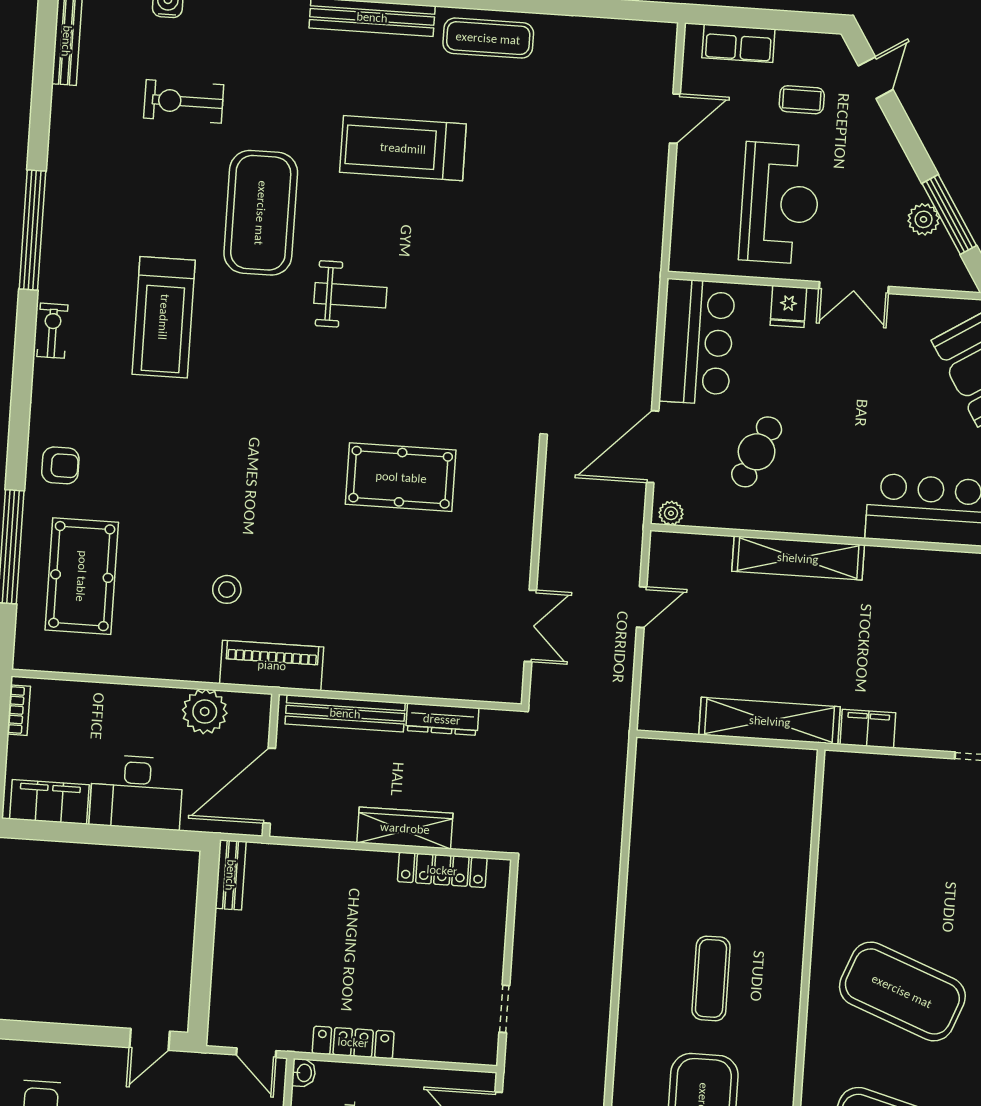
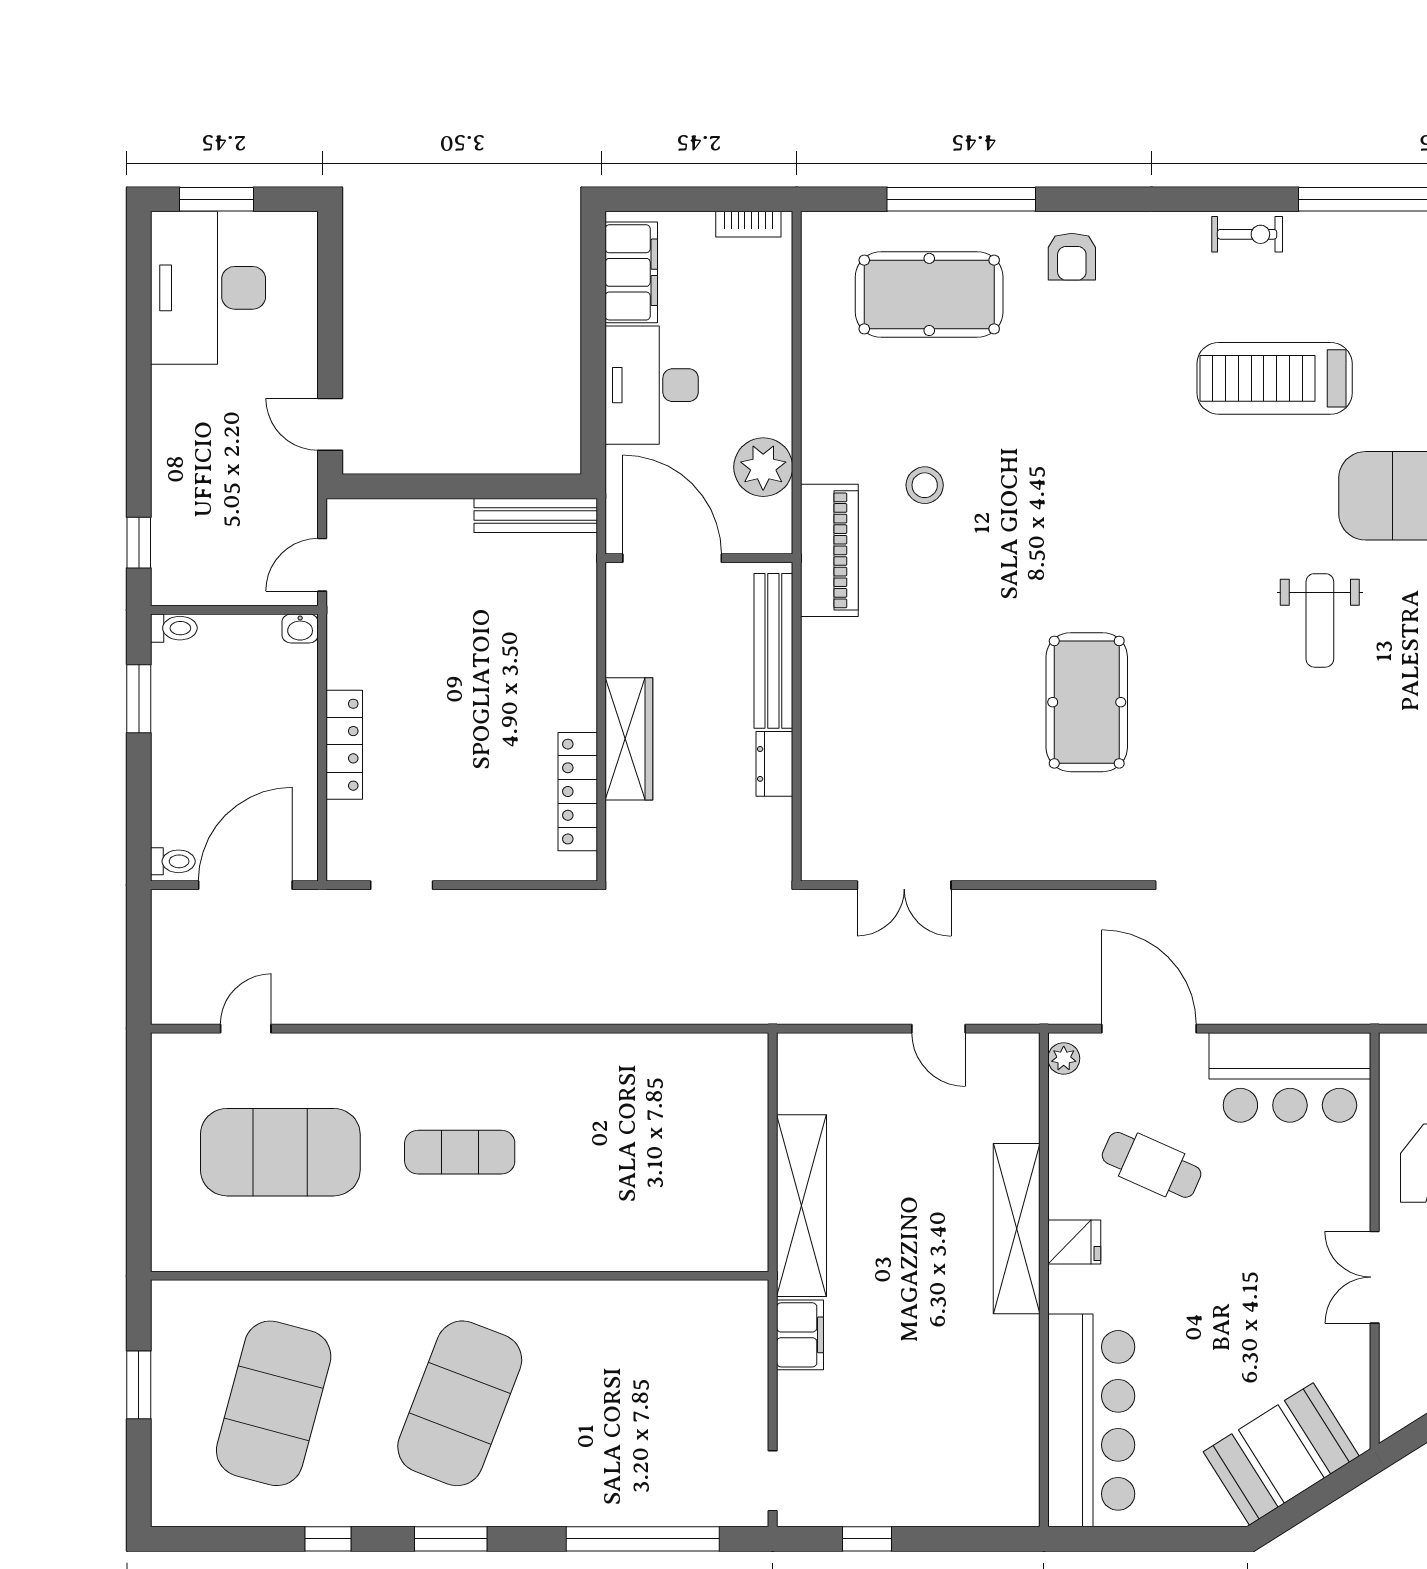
fridge: (788, 306) -> (1074, 1242), moved, turned 180
dresser: (442, 719) -> (774, 764), width x0.70
bench: (231, 875) -> (536, 515), width x1.36
locker: (353, 1042) -> (344, 745), moved

